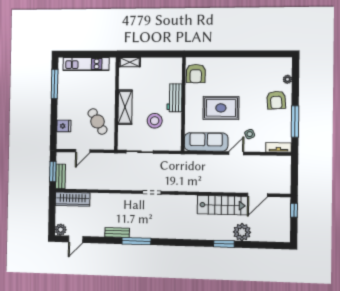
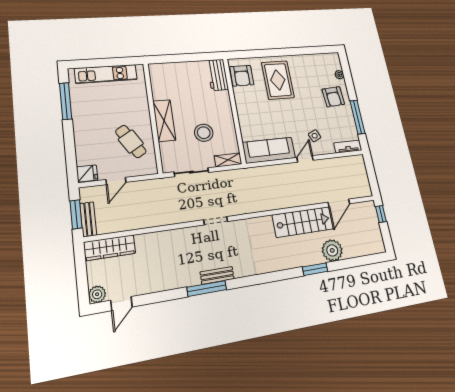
shelving: (130, 62) -> (228, 160), moved
workbench: (174, 98) -> (218, 75), moved
rug: (221, 108) -> (278, 80), moved, turned 90
fridge: (64, 126) -> (87, 173), moved
bench: (117, 232) -> (217, 275), moved

